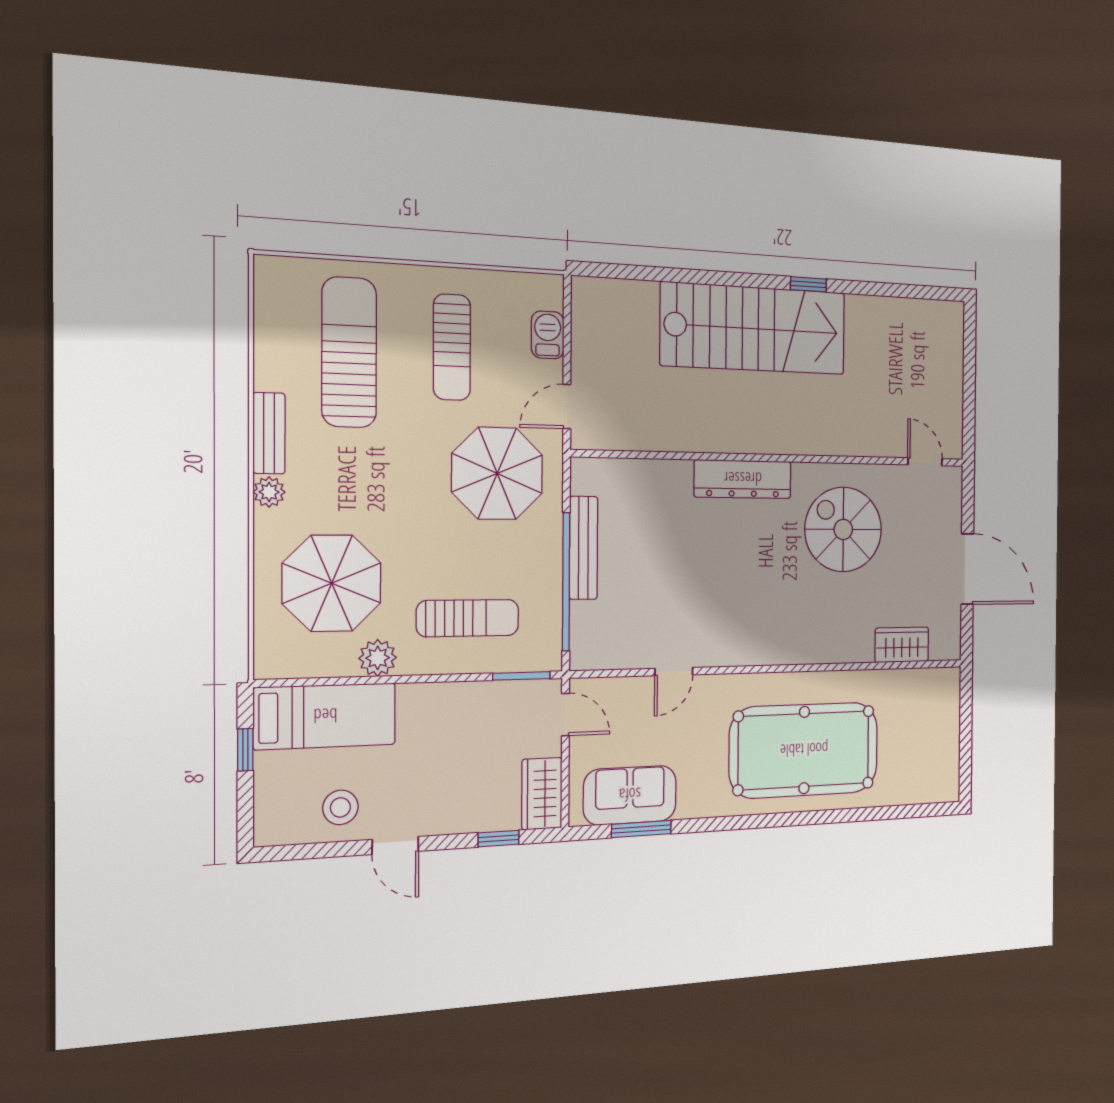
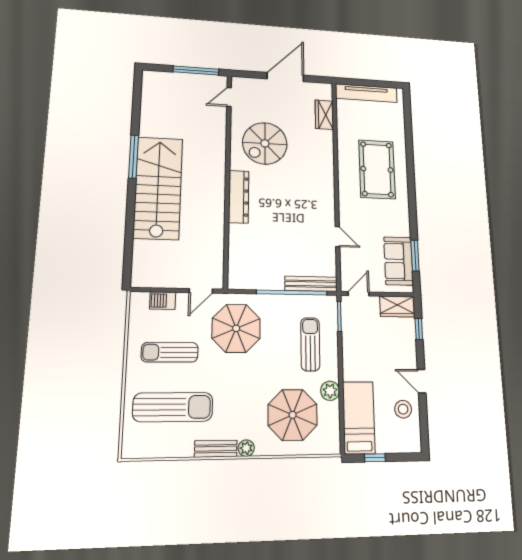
window: (808, 284) -> (134, 157), width x2.17
sun lounger: (452, 347) -> (170, 352), turned 180
sun lounger: (349, 352) -> (173, 407), turned 180
window: (969, 400) -> (196, 71), added
door: (567, 407) -> (201, 291), hinge flipped
bench: (583, 548) -> (311, 284), moved
tv unit: (947, 728) -> (366, 93), added
pool table: (804, 750) -> (377, 169), width x0.73, depth x0.76
door: (395, 845) -> (422, 381), swing flipped

